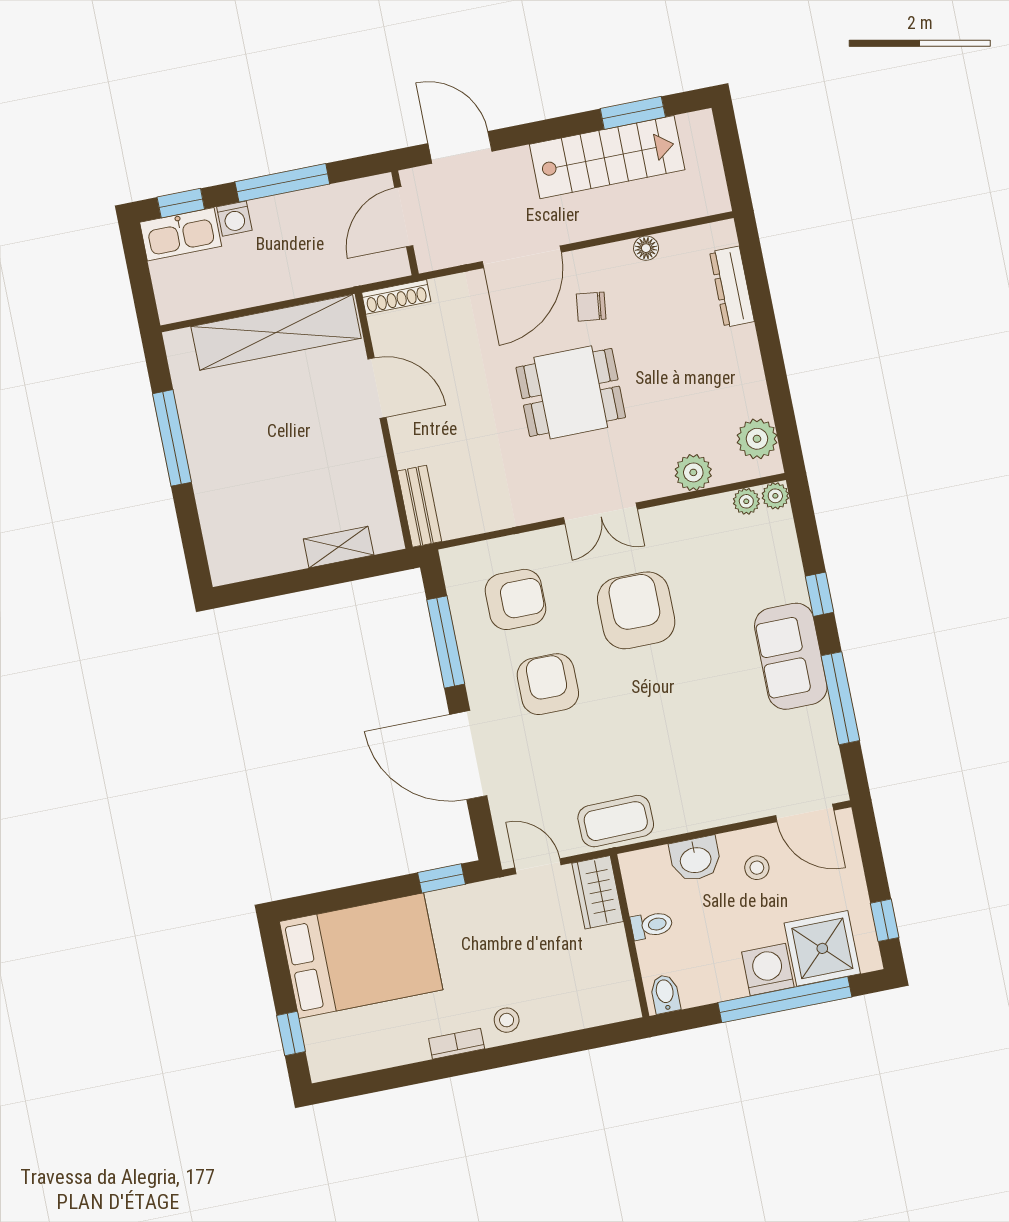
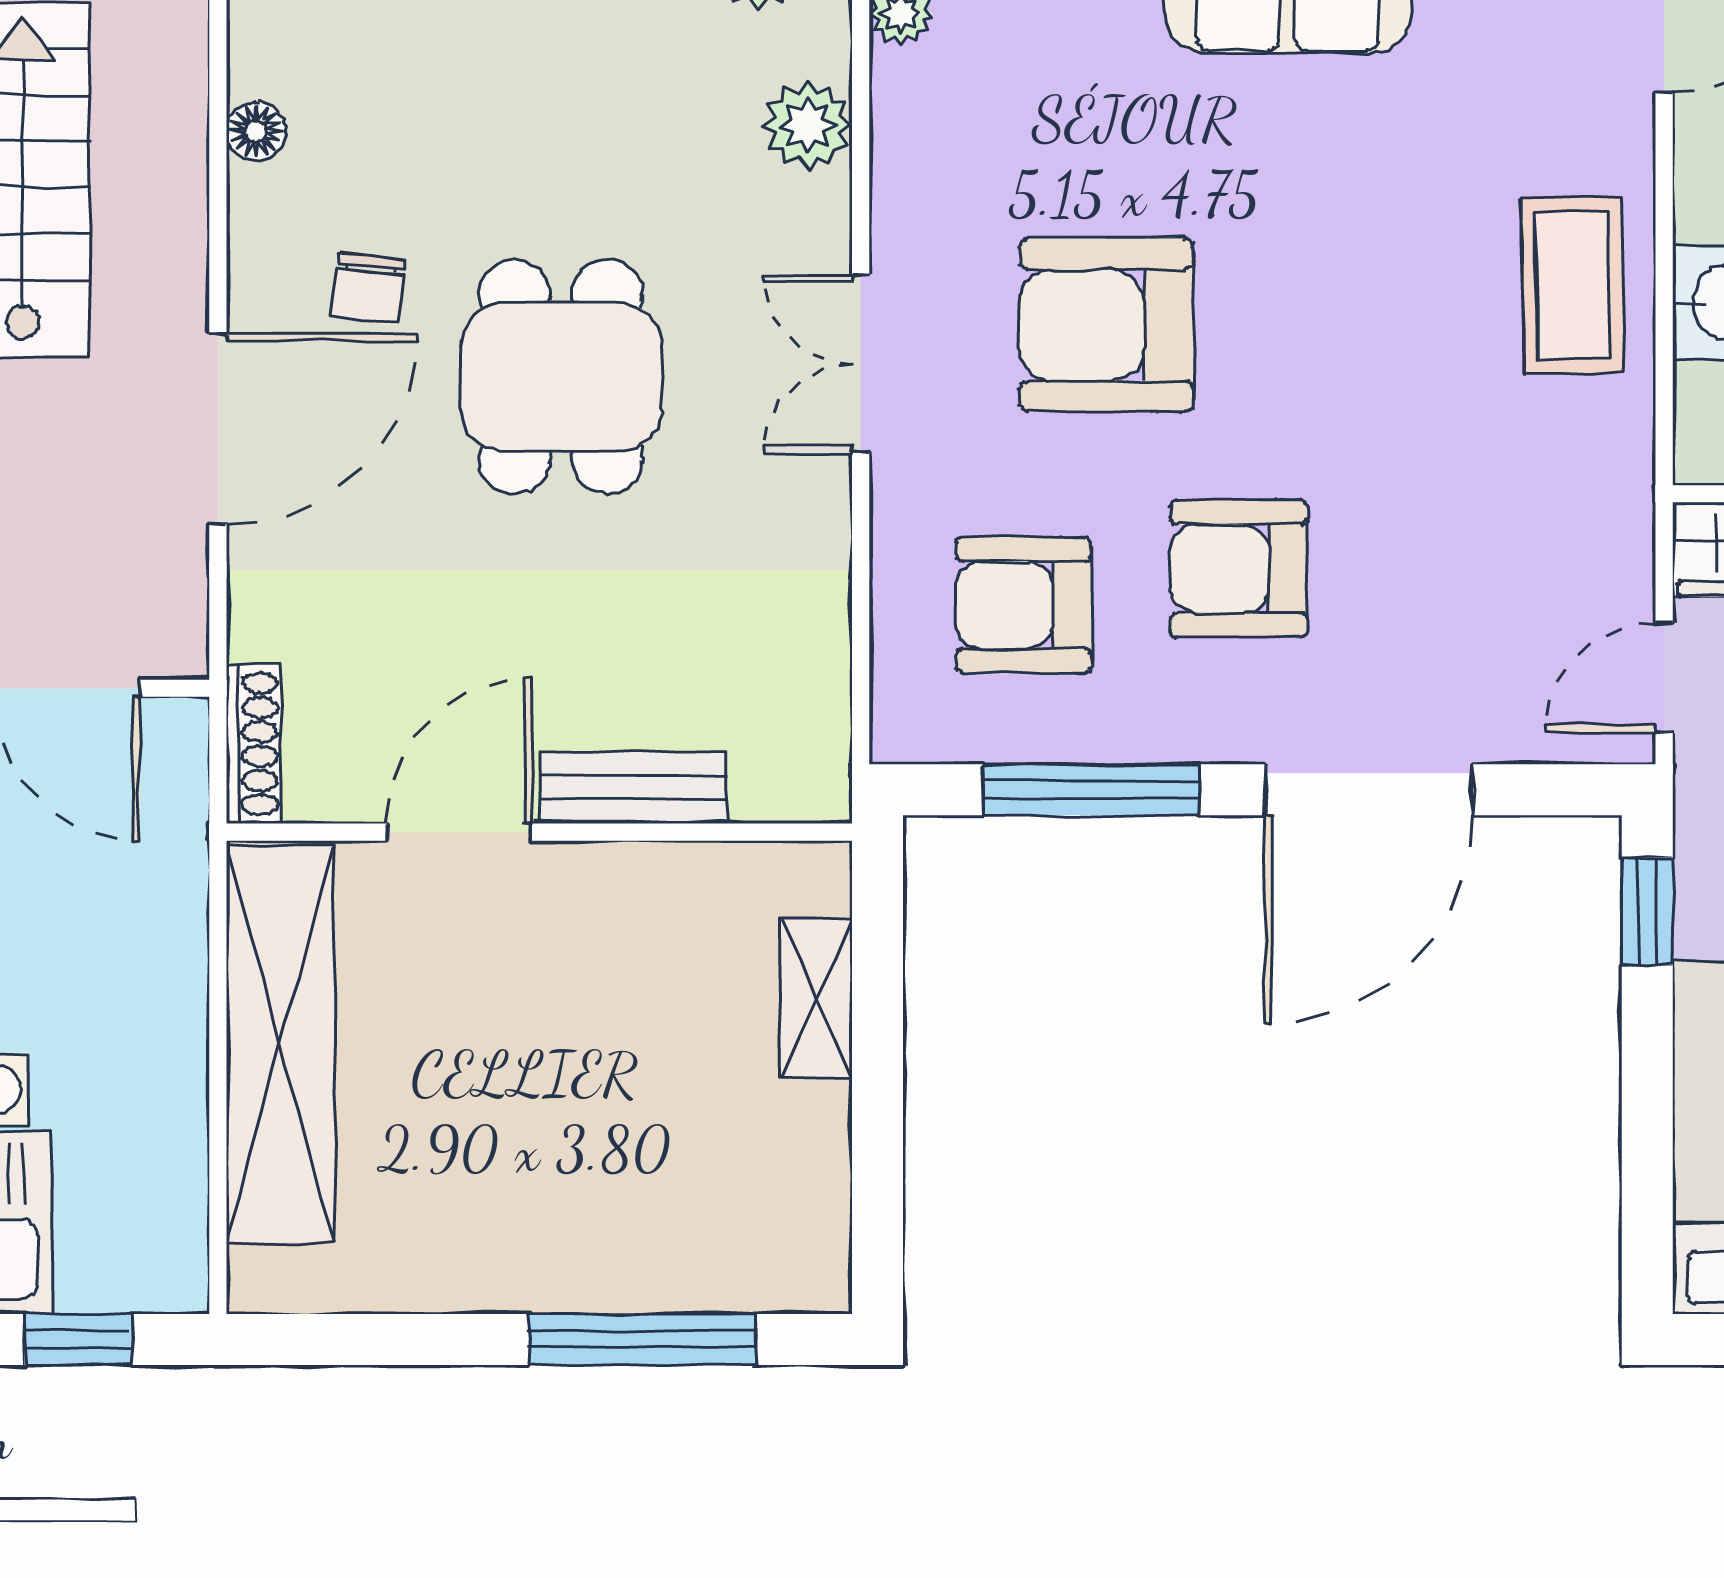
door: (522, 257) -> (218, 429), hinge flipped
window: (139, 274) -> (78, 1340), added
window: (172, 438) -> (642, 1340), moved
bench: (419, 506) -> (634, 788), moved
double door: (600, 513) -> (861, 364), swing flipped
armchair: (515, 599) -> (1024, 605), turned -90
coffee table: (616, 821) -> (1572, 285), moved

